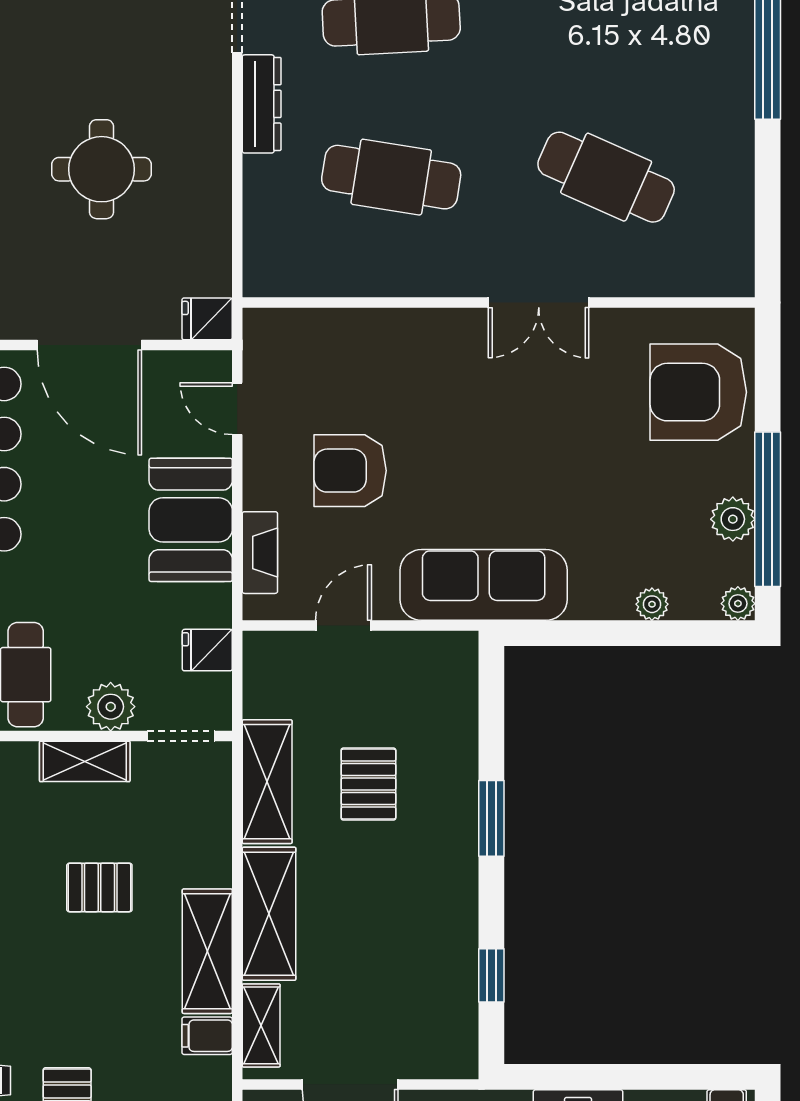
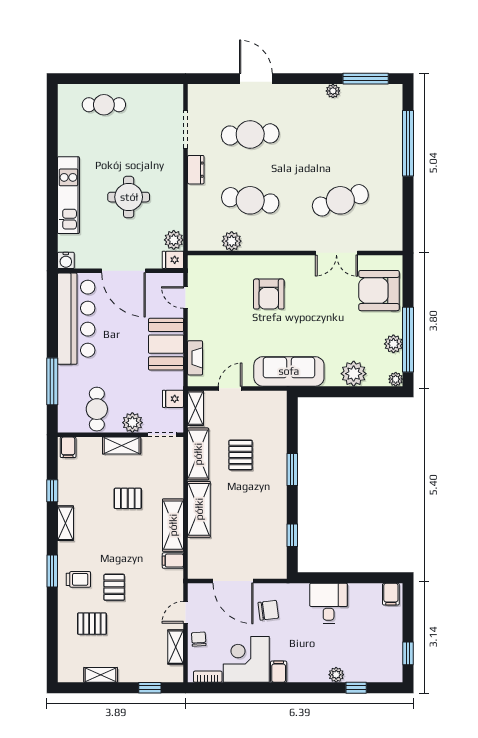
dresser: (262, 104) -> (196, 170), width x0.70
cafe table: (606, 177) -> (340, 200), turned -42
plant: (209, 271) -> (174, 240), added
plant: (347, 274) -> (232, 241), added
double door: (539, 303) -> (336, 253), moved
armchair: (350, 471) -> (269, 294), moved, turned -90
plant: (652, 604) -> (354, 374), width x1.87, depth x1.87
shelving: (261, 1025) -> (196, 408), moved

